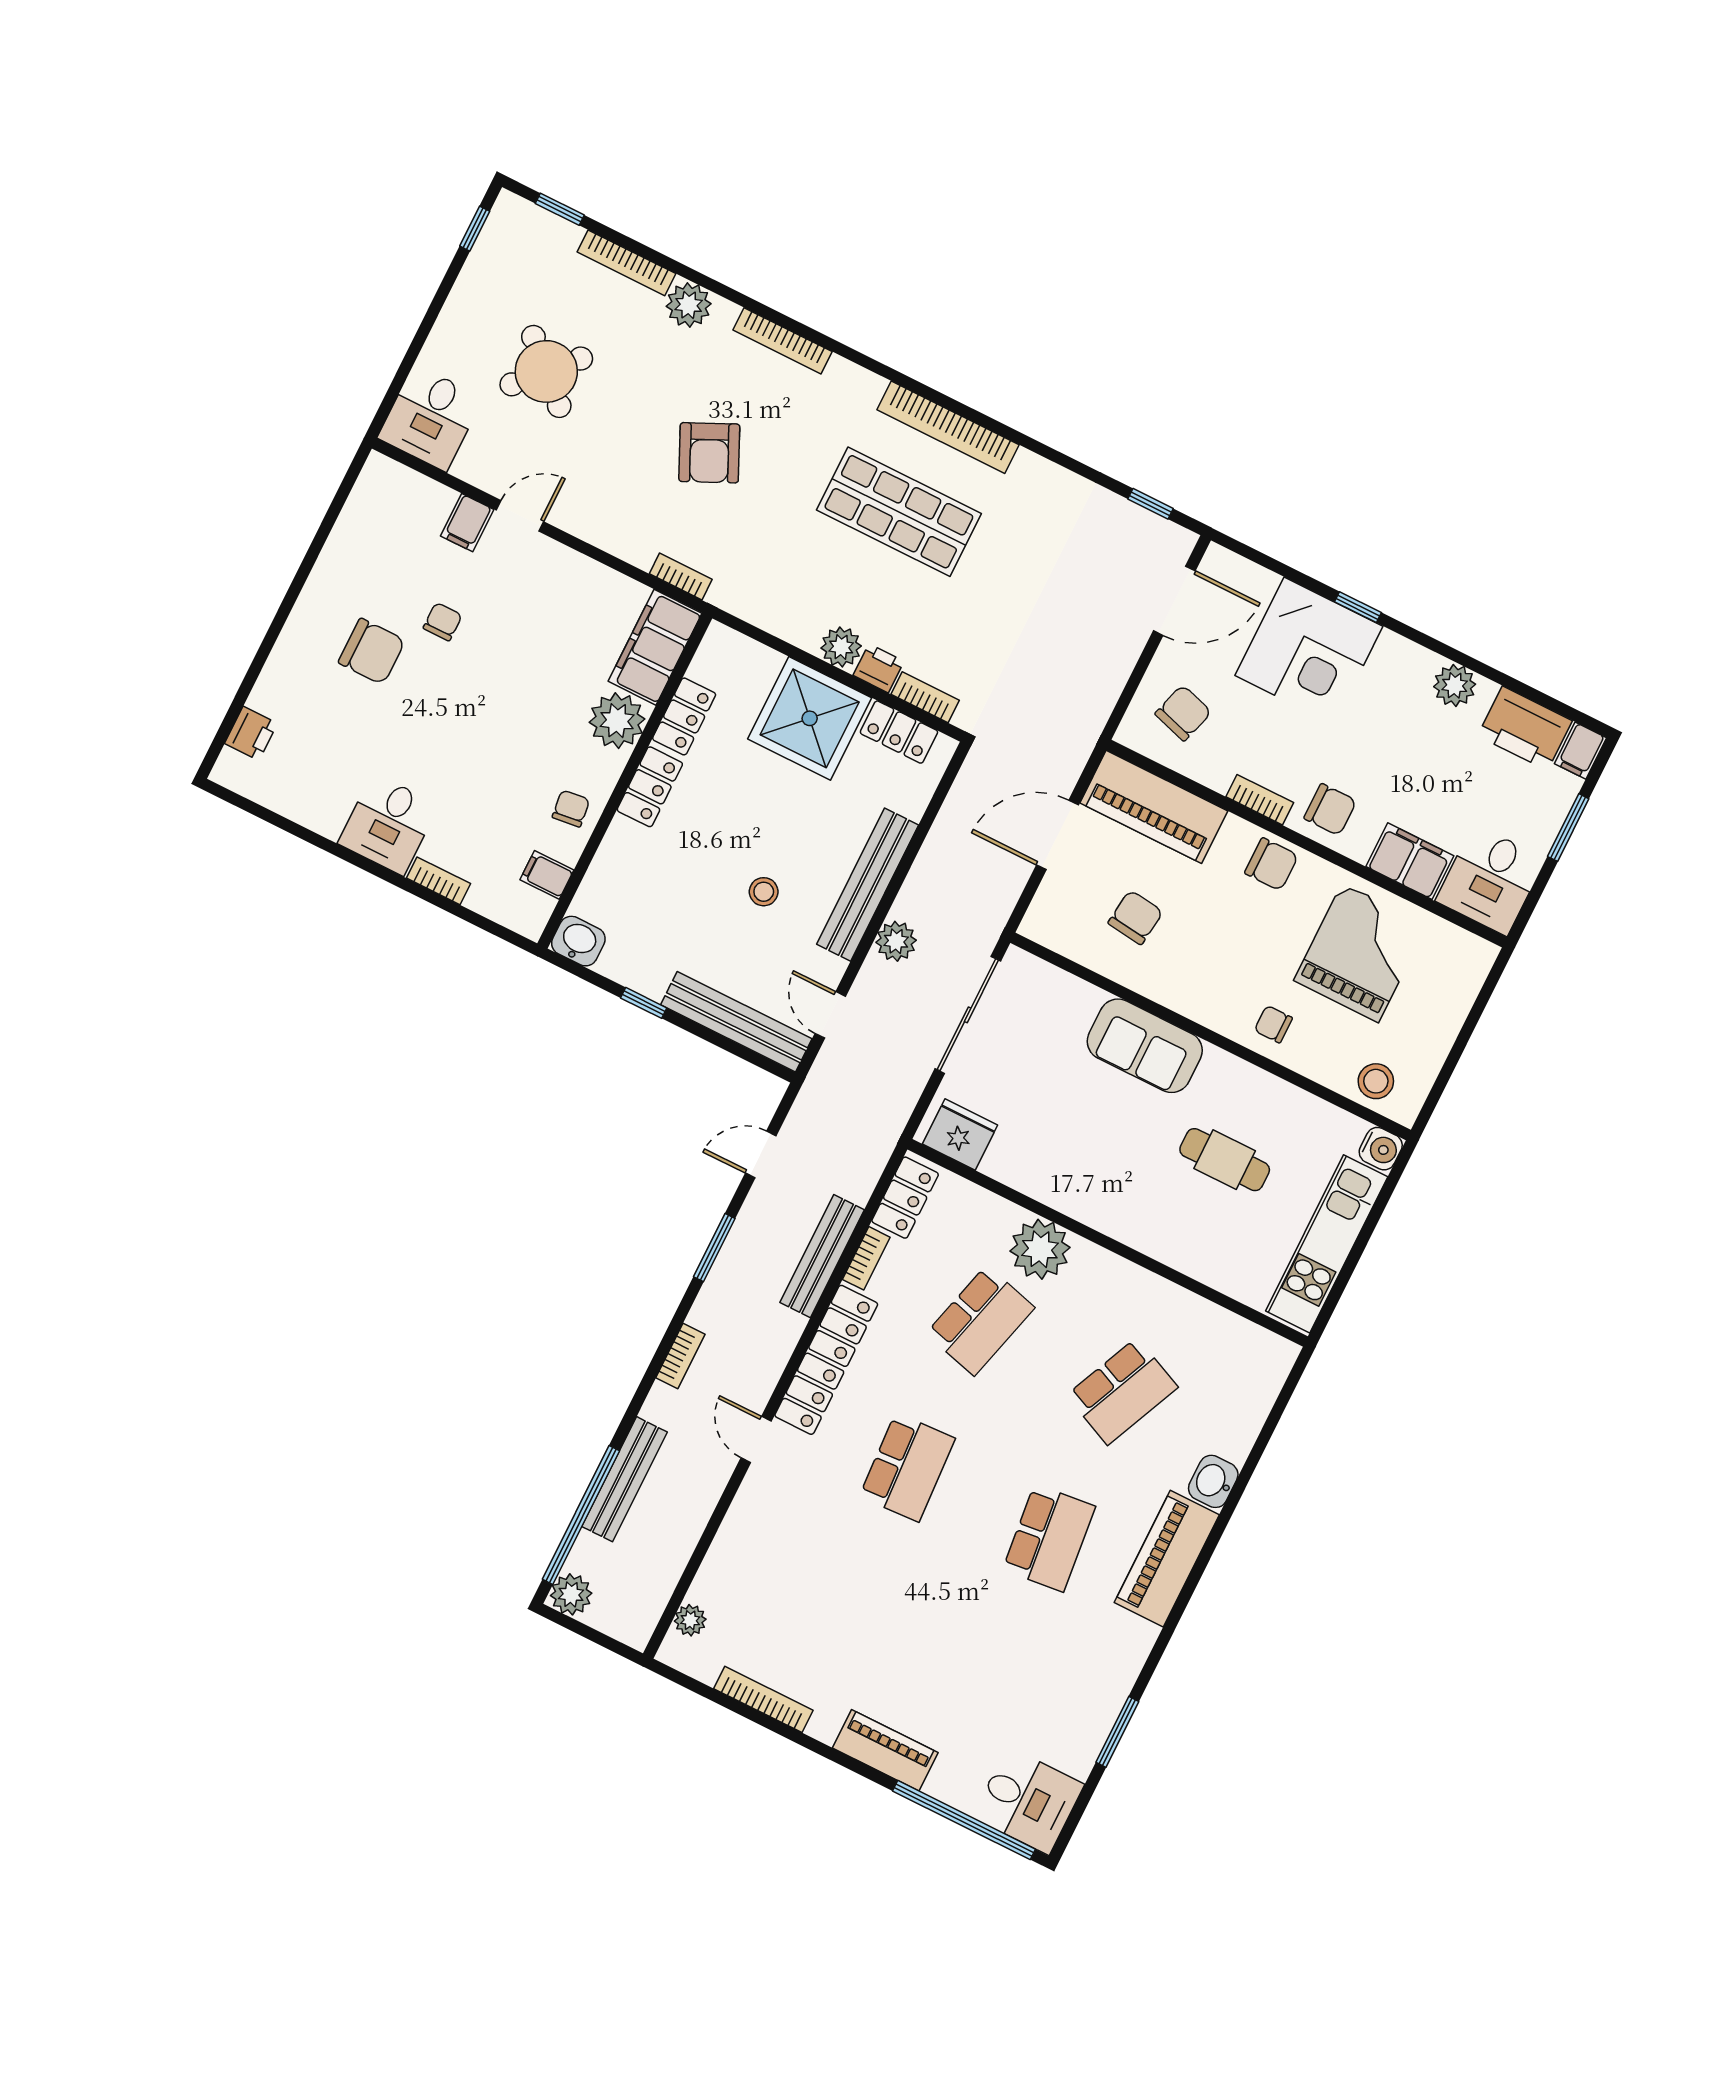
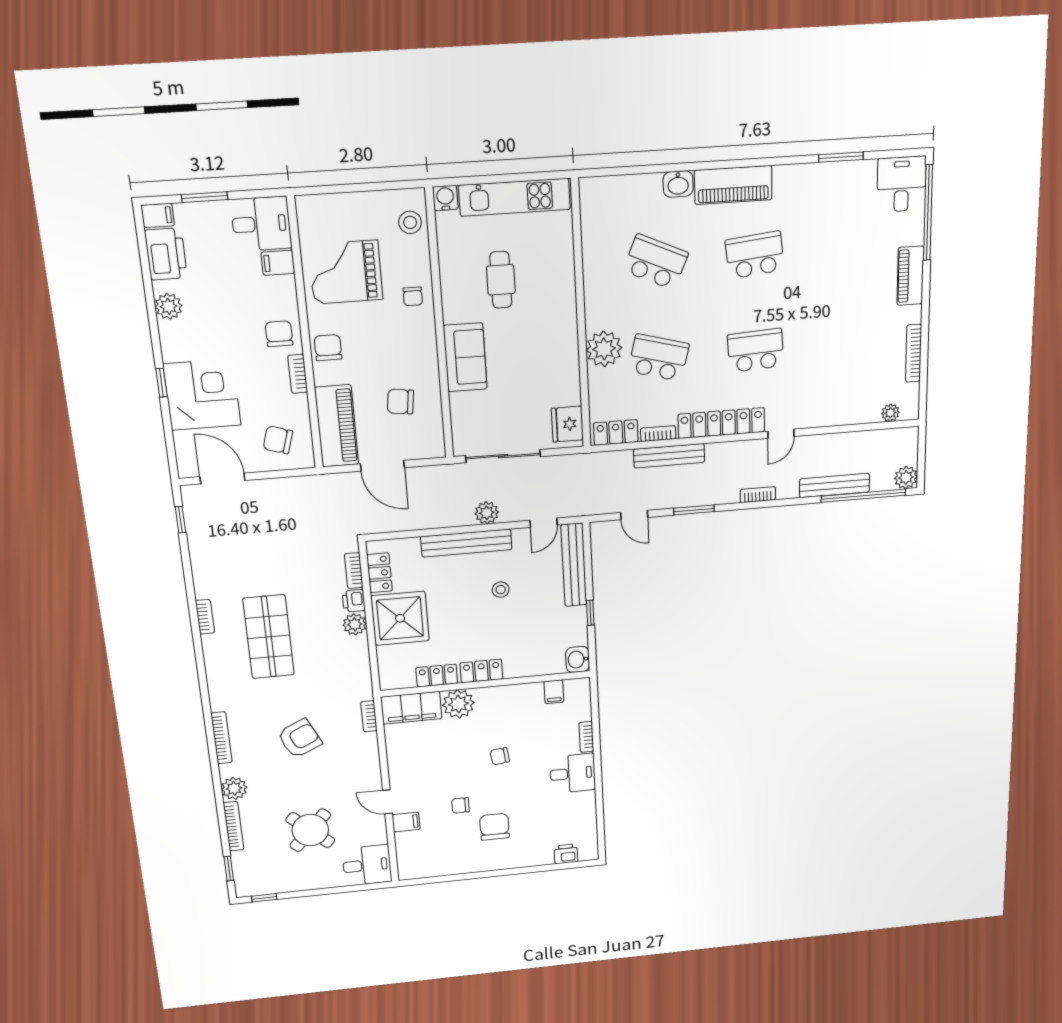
bookcase: (948, 427) -> (205, 617), width x0.43, depth x0.76
chair: (571, 809) -> (500, 756), moved
filing cabinet: (1410, 861) -> (278, 263), width x0.50

